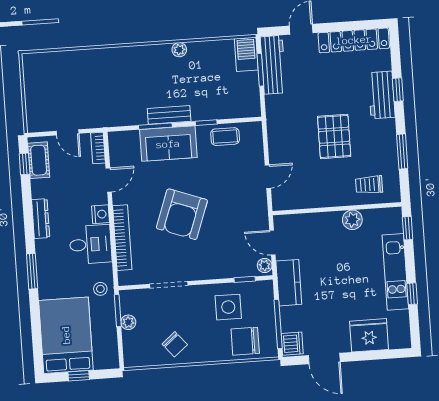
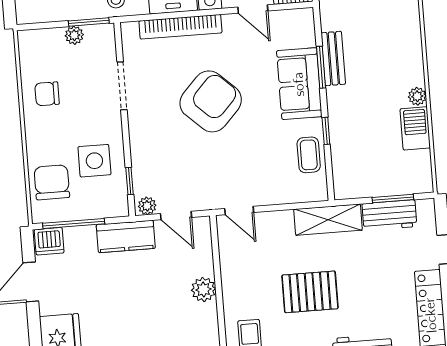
barbecue: (246, 54) -> (415, 128), moved, turned -90
workbench: (273, 65) -> (389, 215), width x0.73
bench: (169, 115) -> (333, 58), moved
shelving: (277, 122) -> (328, 220), added
door: (268, 177) -> (239, 211), moved
armchair: (182, 214) -> (211, 101), turned 113
plant: (352, 220) -> (203, 289), moved
door: (272, 243) -> (176, 215), swing flipped
chair: (175, 344) -> (47, 94), turned 40

